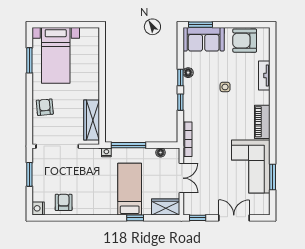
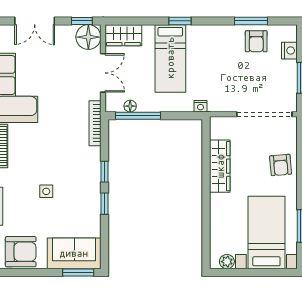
plant: (86, 33) -> (227, 262), added
floor lamp: (188, 73) -> (88, 37), moved, width x1.89, depth x1.89
wardrobe: (92, 120) -> (220, 166), moved
window: (129, 145) -> (138, 116), moved
double door: (181, 178) -> (103, 73), swing flipped
nightstand: (38, 208) -> (289, 51), moved
window: (68, 218) -> (251, 21), added
window: (135, 218) -> (180, 21), moved

